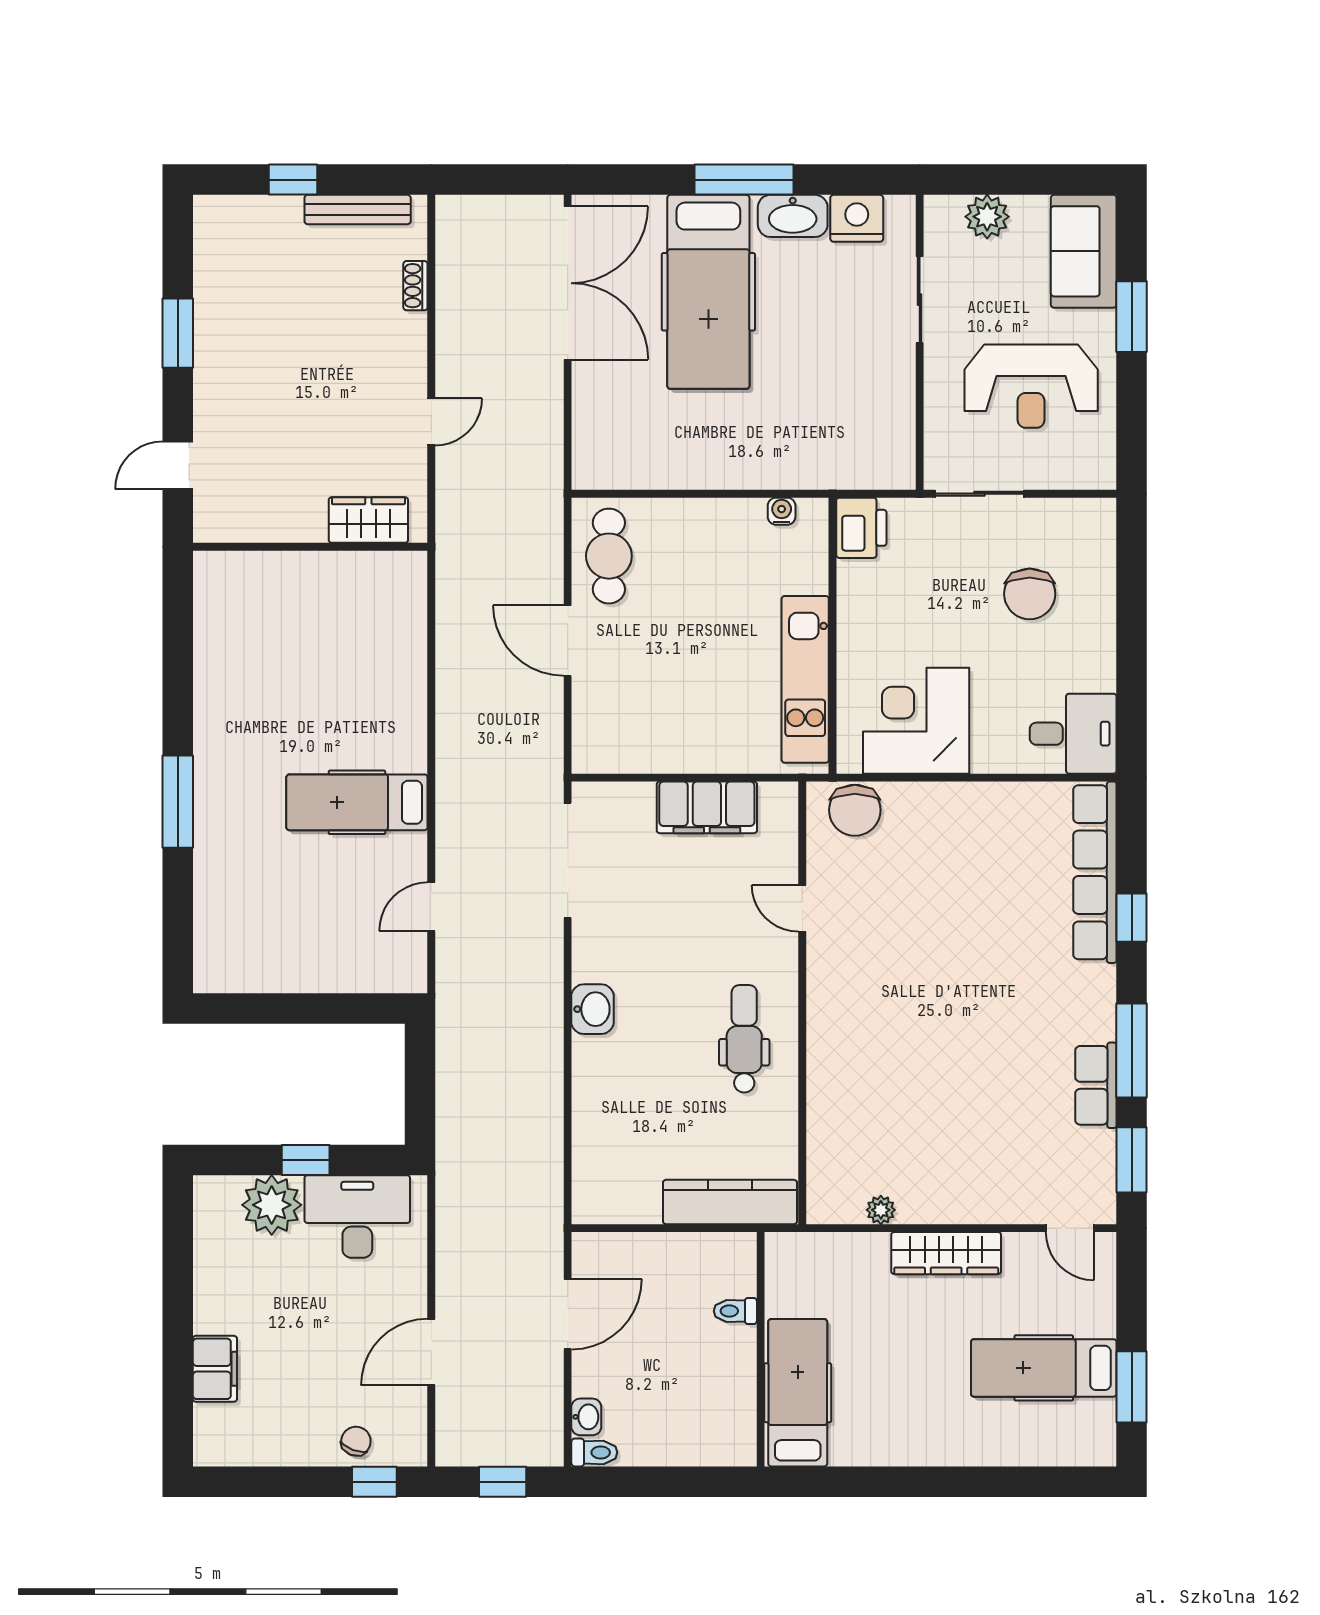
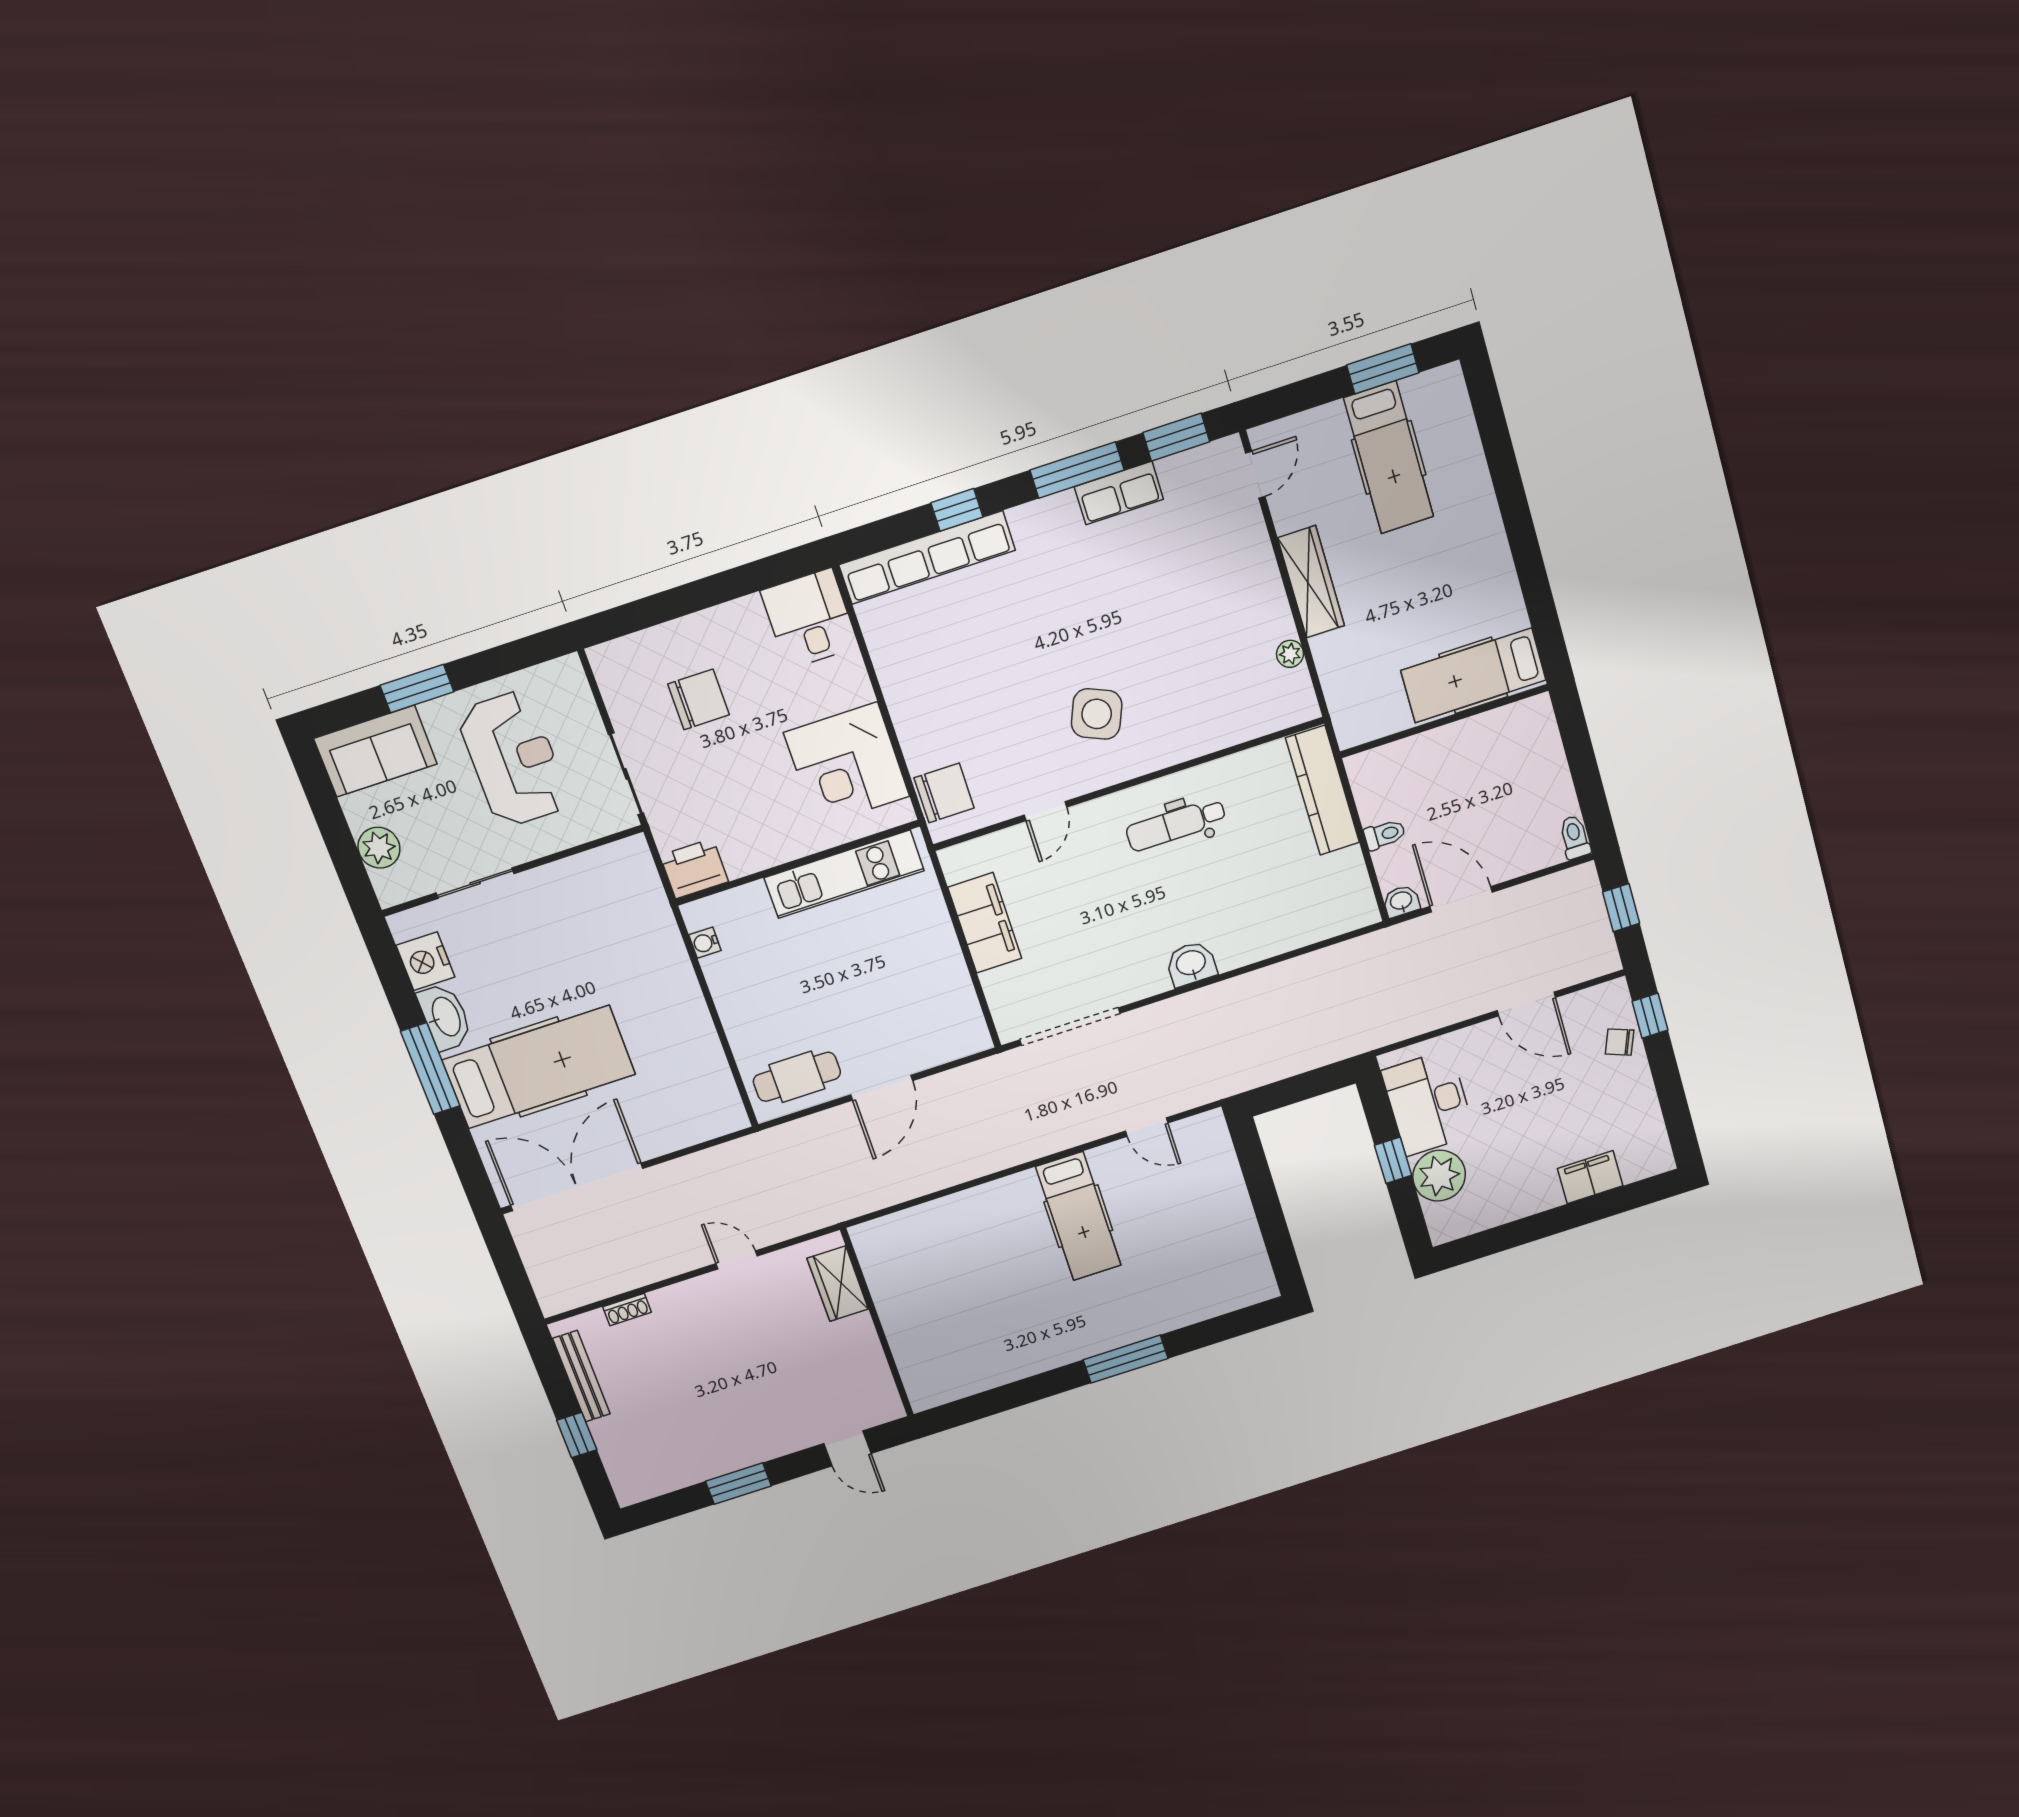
side table: (884, 993) -> (1097, 714), added
toilet: (735, 1311) -> (1385, 834), moved, turned -90
washbasin: (586, 1417) -> (1401, 901), moved

